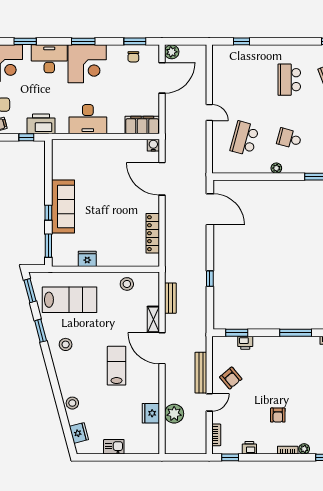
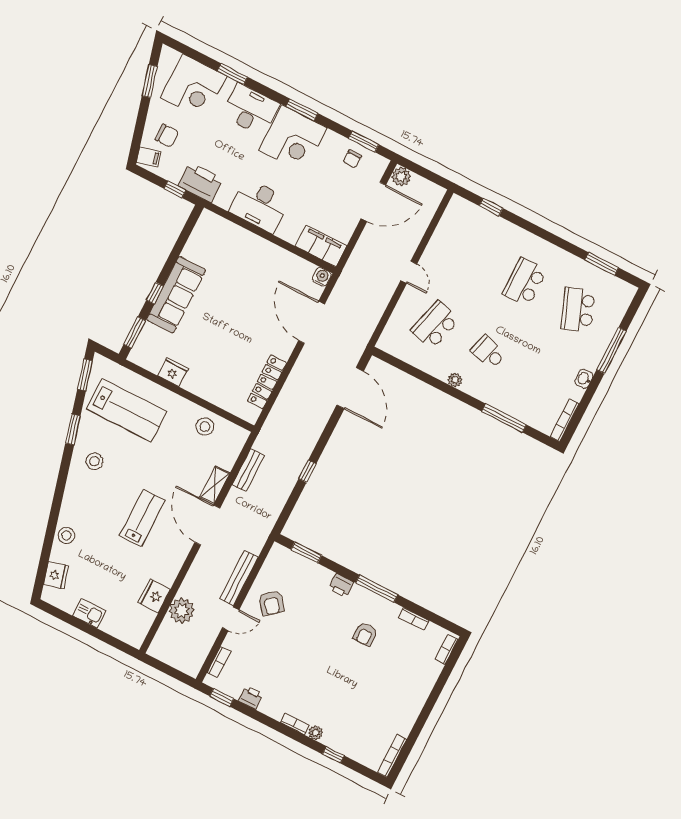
printer: (245, 343) -> (341, 585), moved
armchair: (278, 415) -> (365, 634), moved

